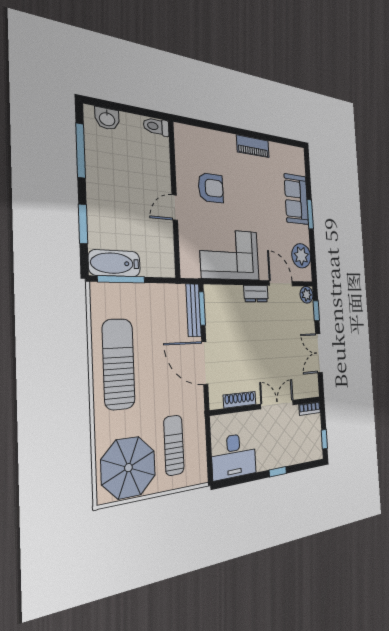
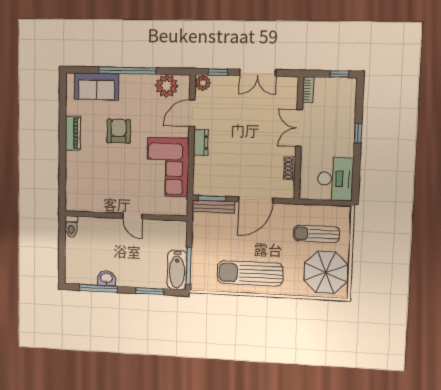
washbasin: (107, 119) -> (106, 278), moved, turned -90
armchair: (211, 188) -> (119, 131), moved
sofa: (296, 199) -> (97, 86), moved
window: (310, 214) -> (127, 71), width x2.11
shoe rack: (240, 400) -> (290, 168), width x0.70

